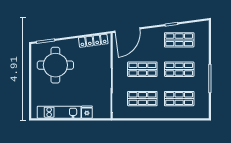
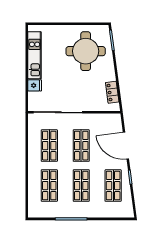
door: (127, 30) -> (126, 146), moved
locker: (93, 41) -> (112, 92), width x0.66

